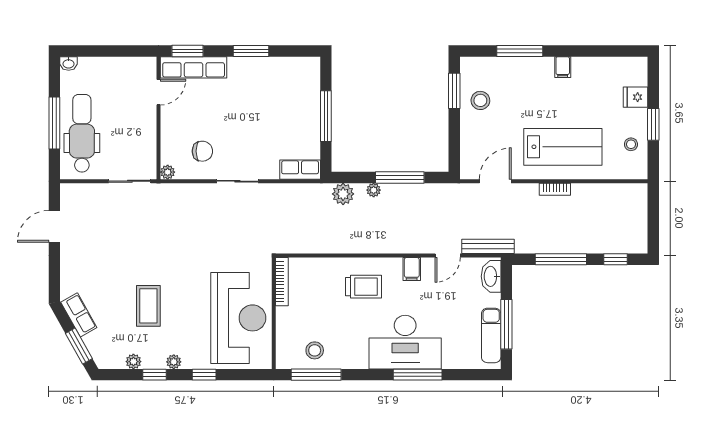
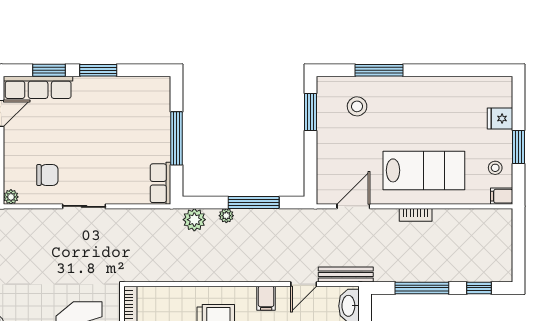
window: (188, 51) -> (49, 70), moved
filing cabinet: (563, 67) -> (502, 196), moved, turned 90
stool: (480, 100) -> (357, 106), moved
row of seats: (300, 170) -> (160, 183), moved, turned -90

